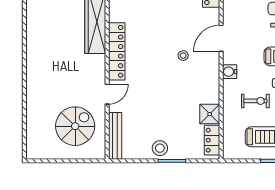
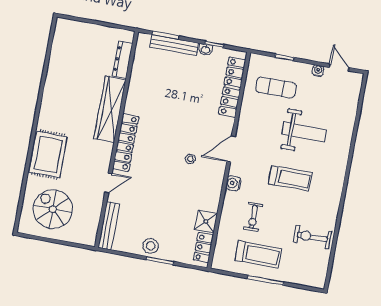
rug: (43, 77) -> (48, 154), added
exercise bike: (255, 101) -> (253, 217), turned 90
spiral stairs: (75, 126) -> (53, 209), moved, turned -90

